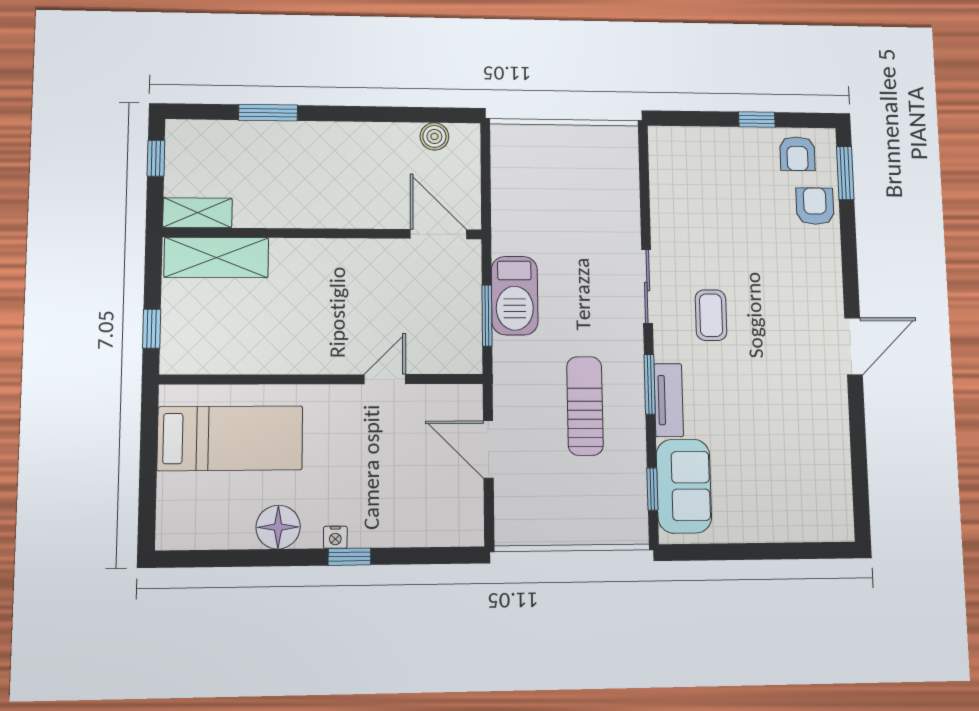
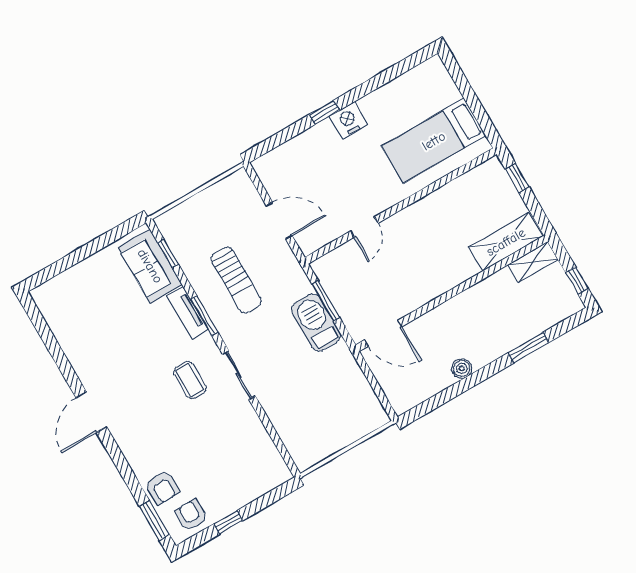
boiler: (434, 136) -> (462, 368), moved
floor lamp: (278, 527) -> (376, 106), removed
nightstand: (335, 537) -> (348, 120), width x1.89, depth x1.79

